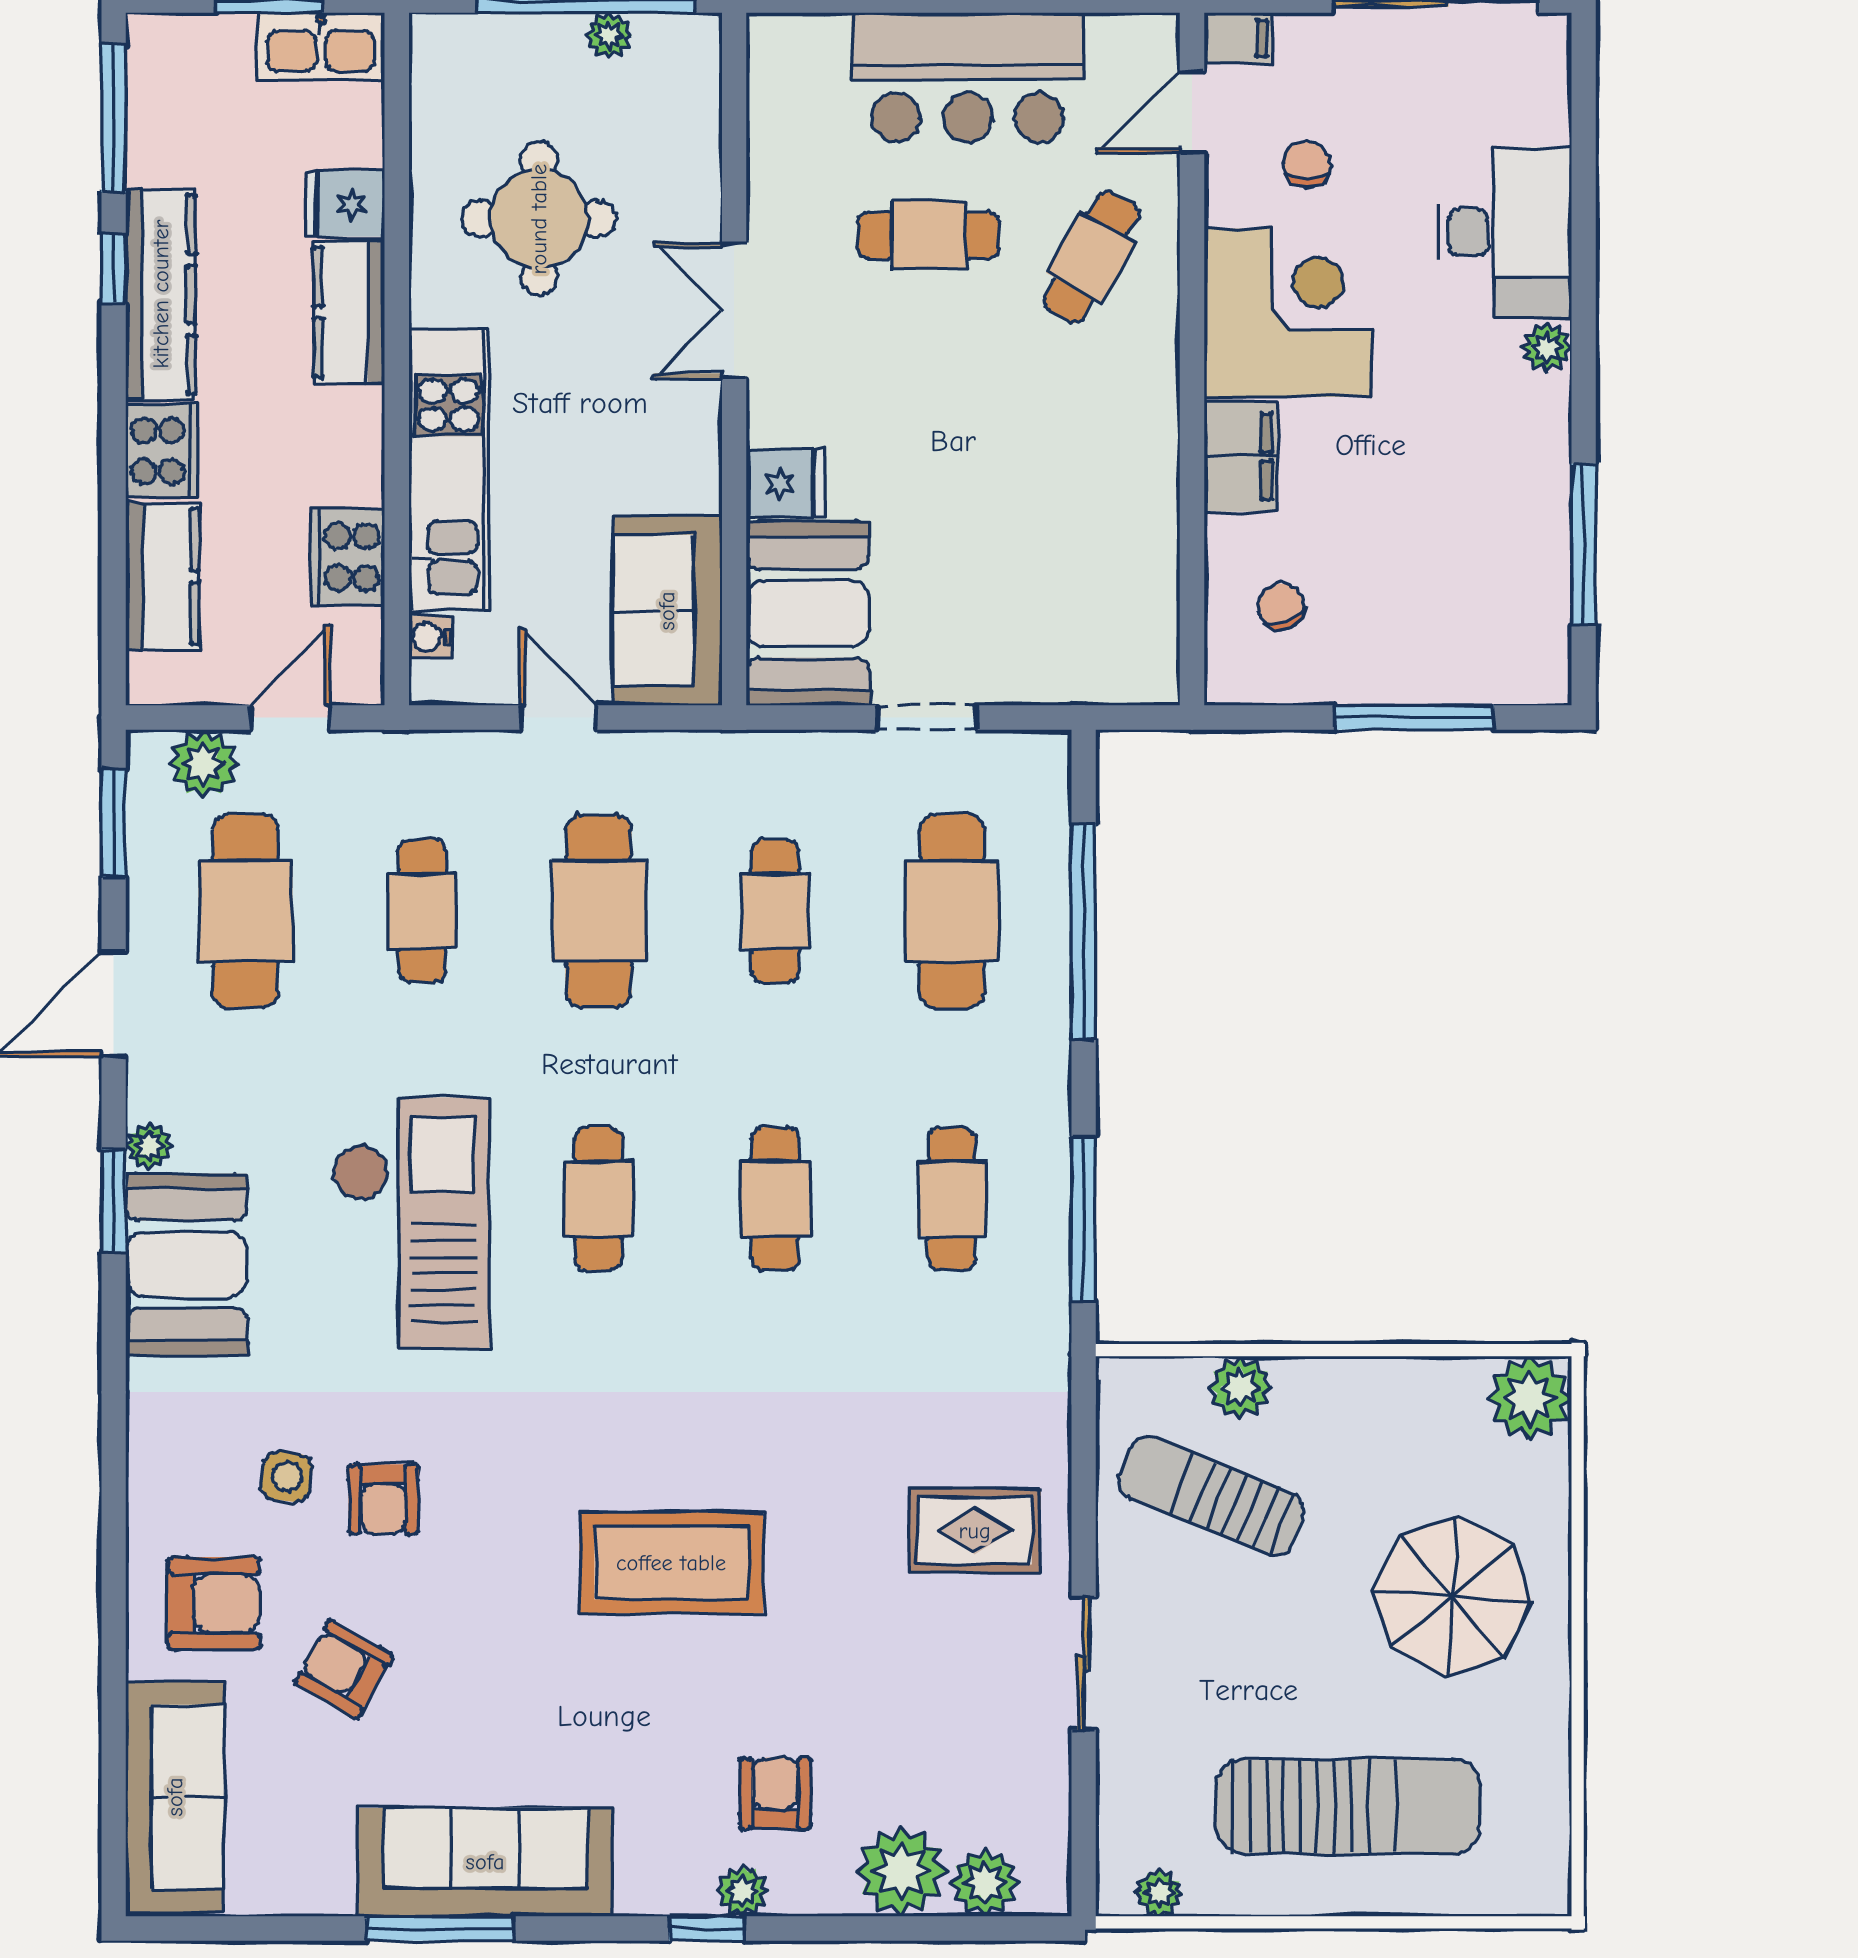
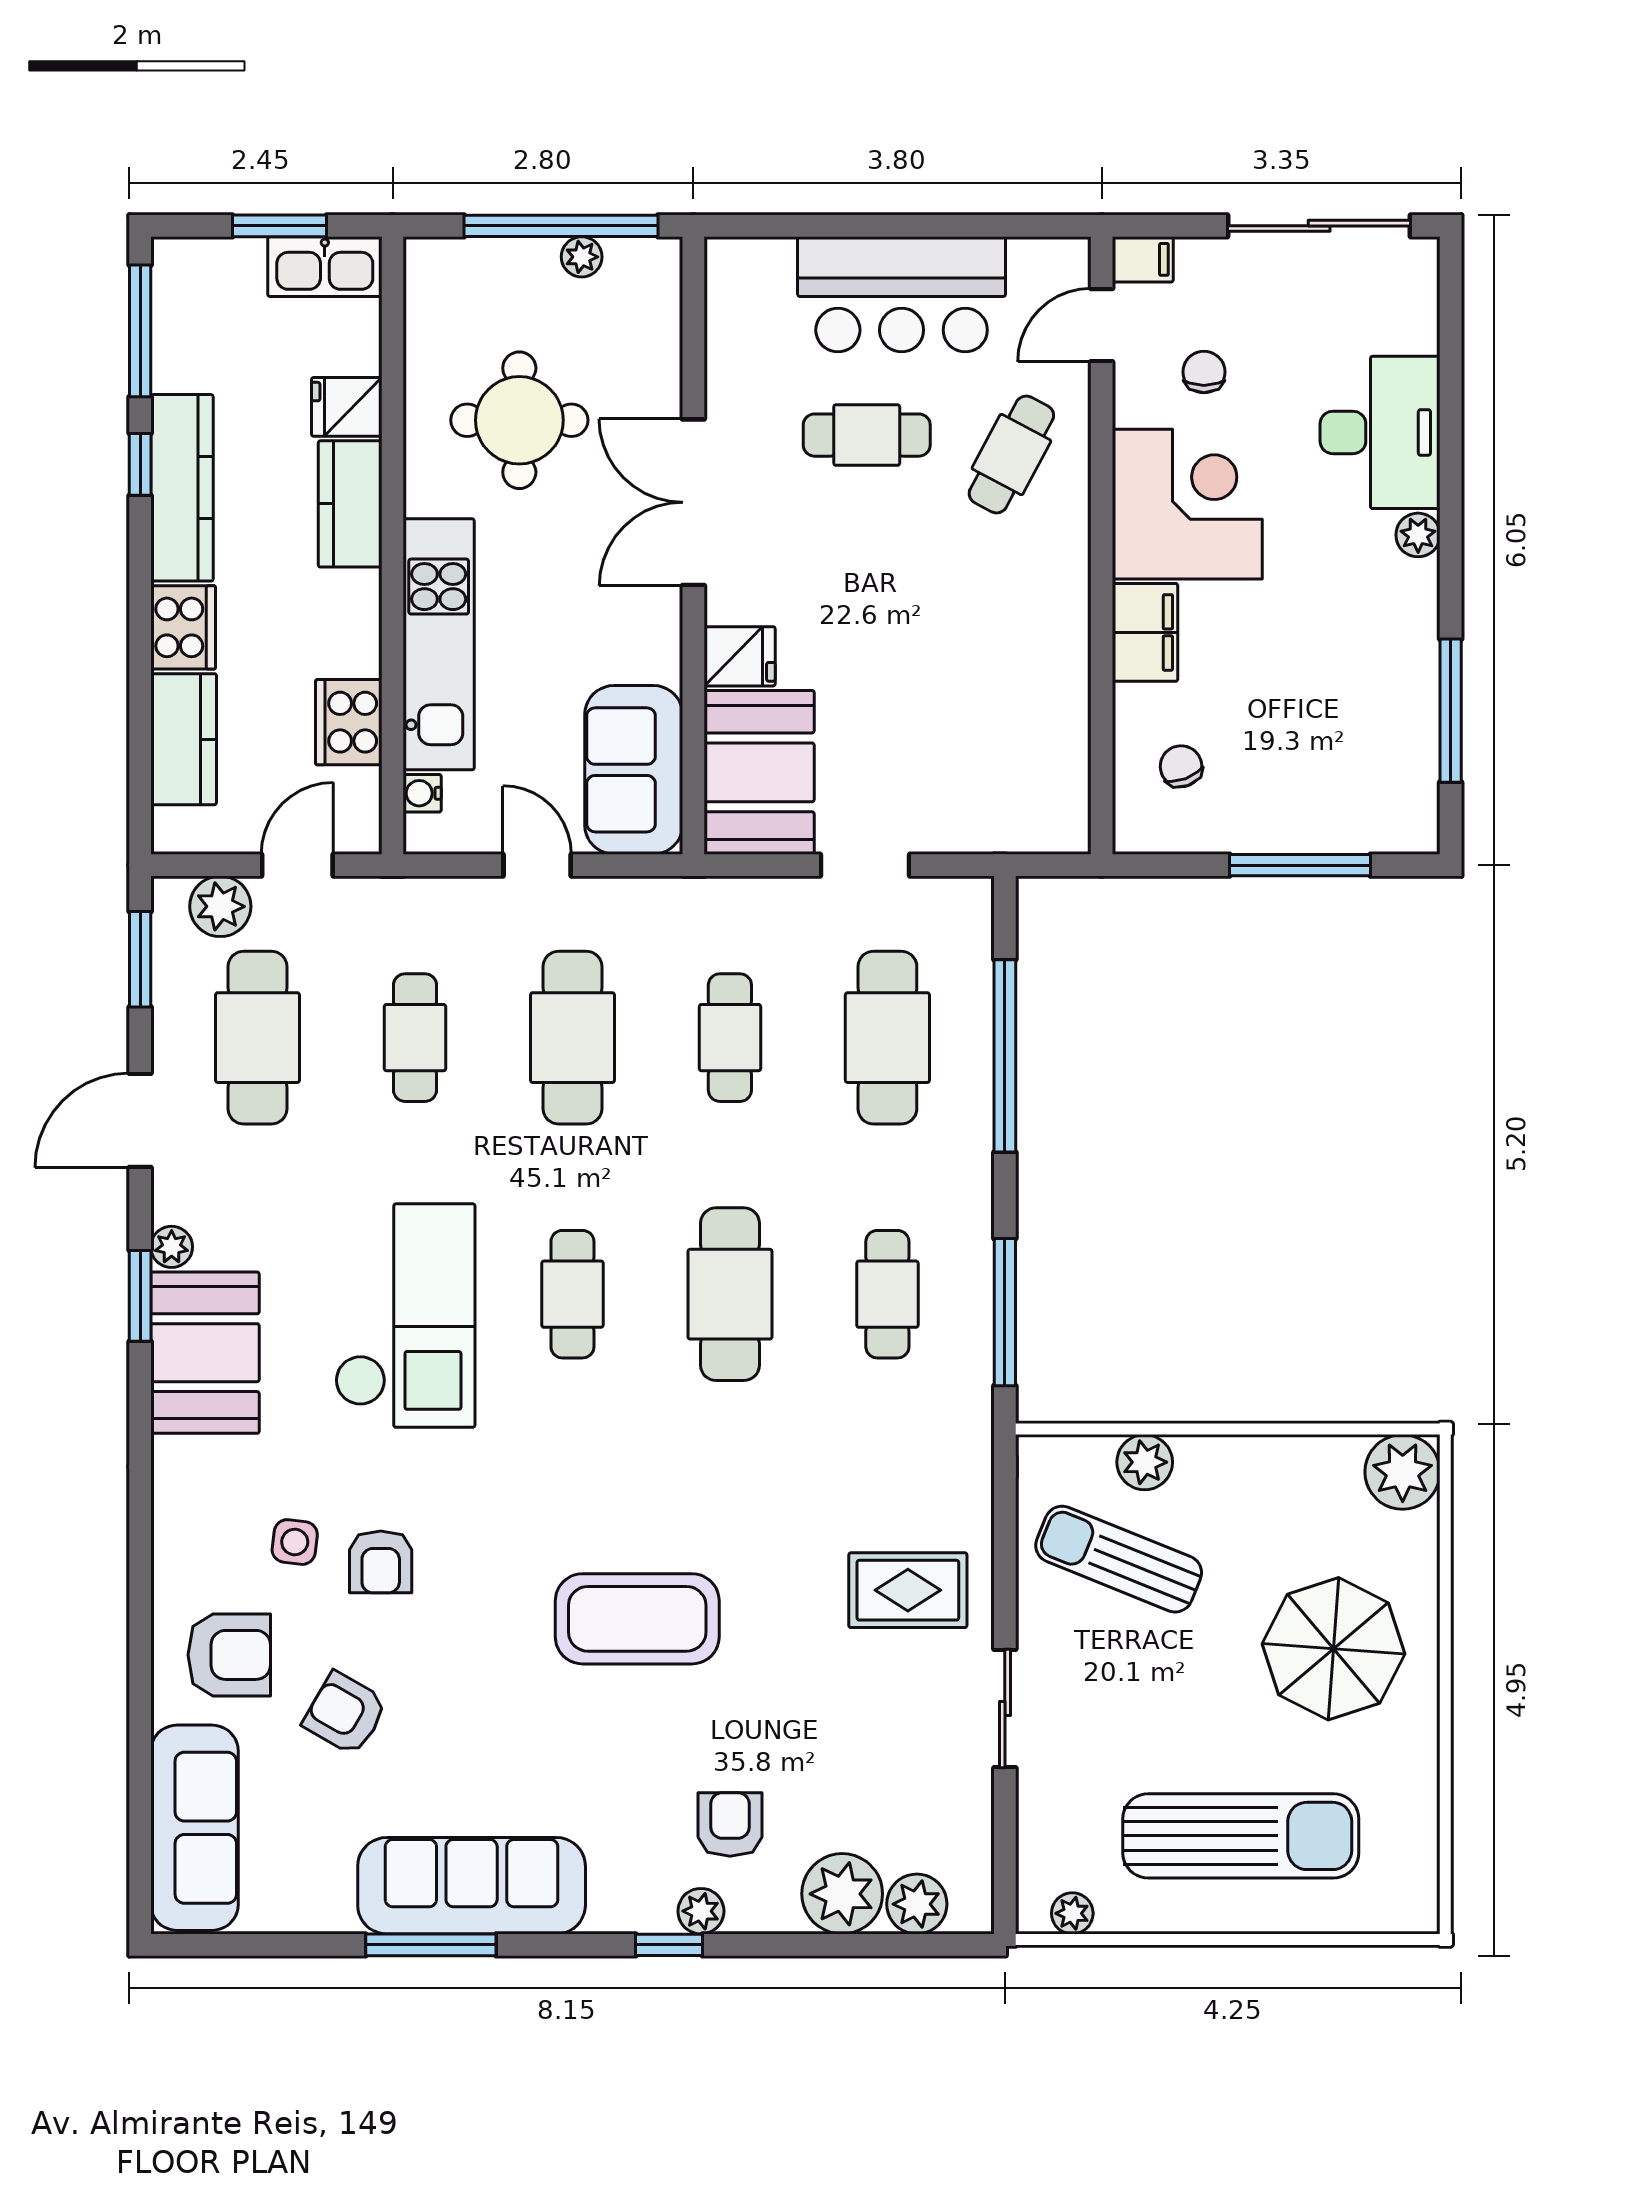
double door: (734, 311) -> (693, 502), width x1.37
cafe table: (775, 1199) -> (730, 1294), width x1.37, depth x1.35

